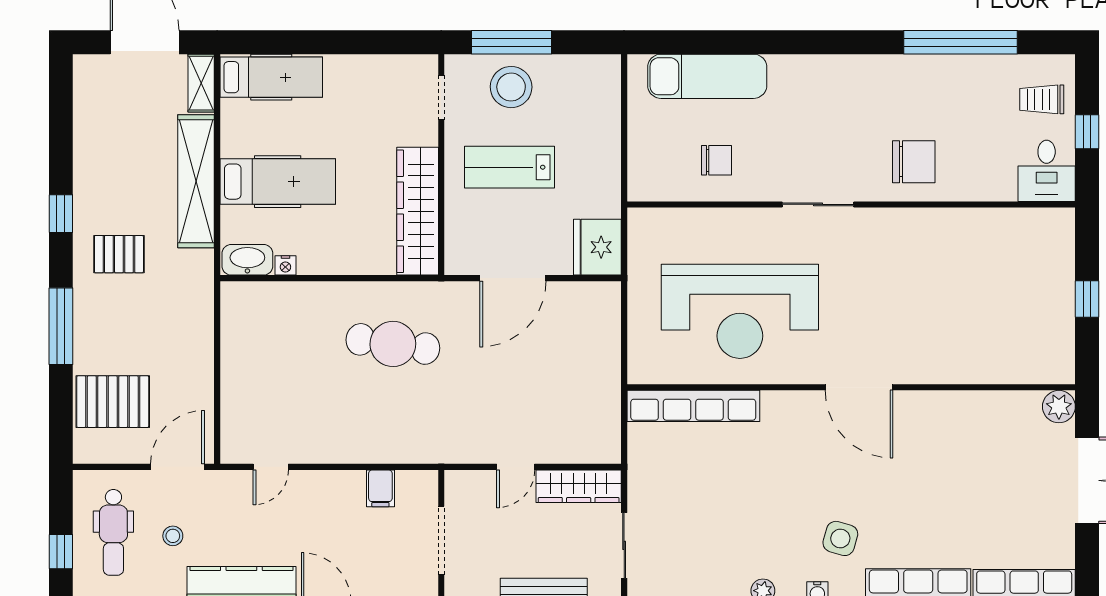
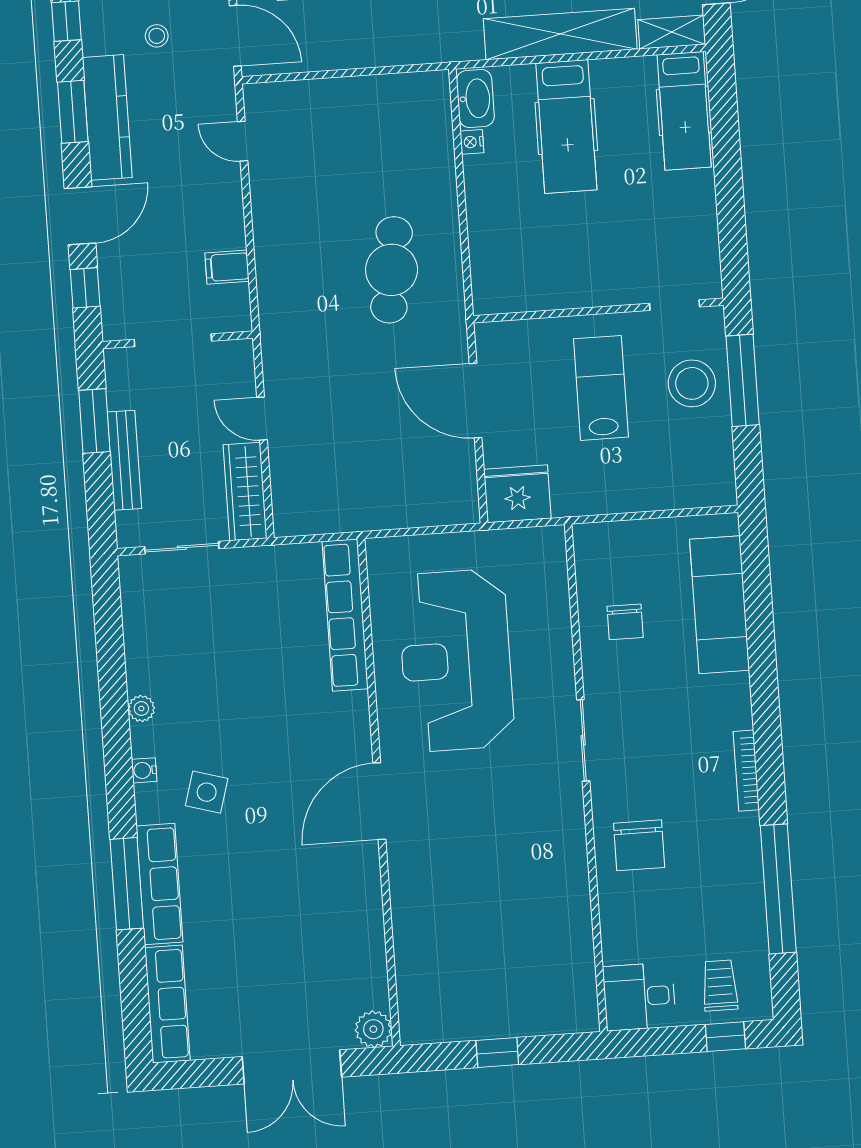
bookcase: (855, 63) -> (746, 771), added
window: (1087, 132) -> (725, 1037), moved
wardrobe: (418, 211) -> (544, 287), removed

